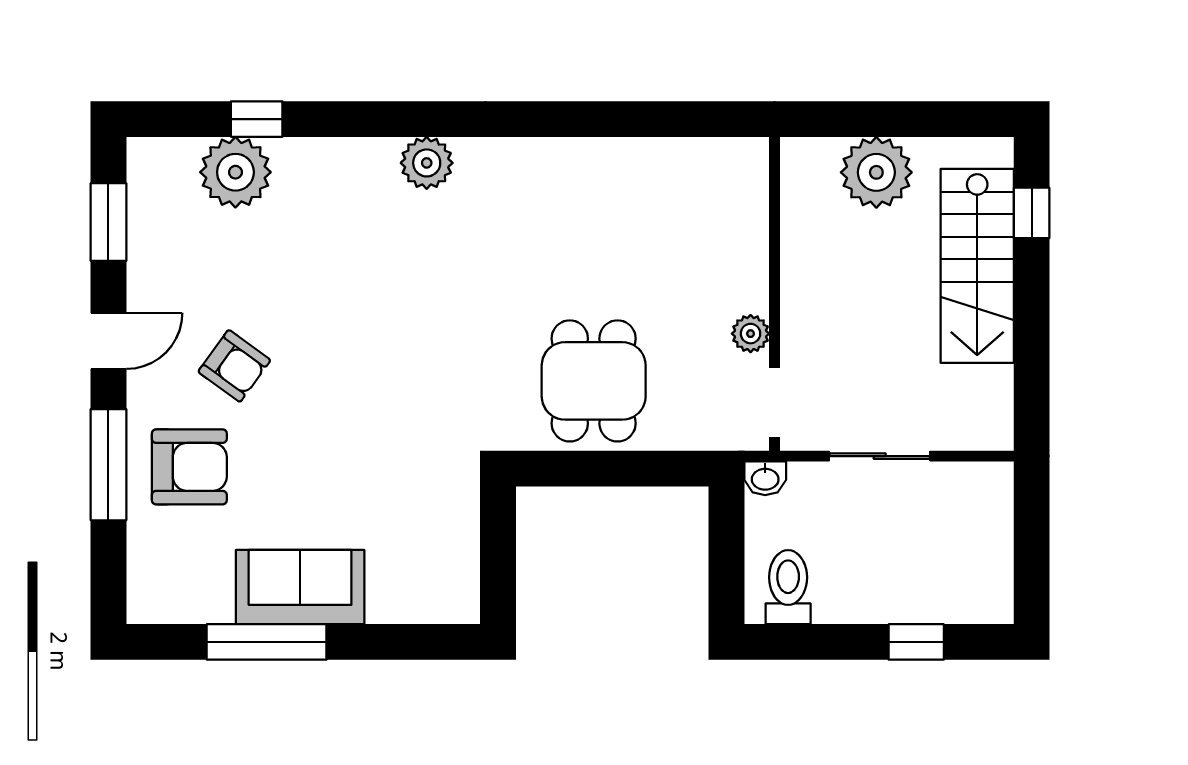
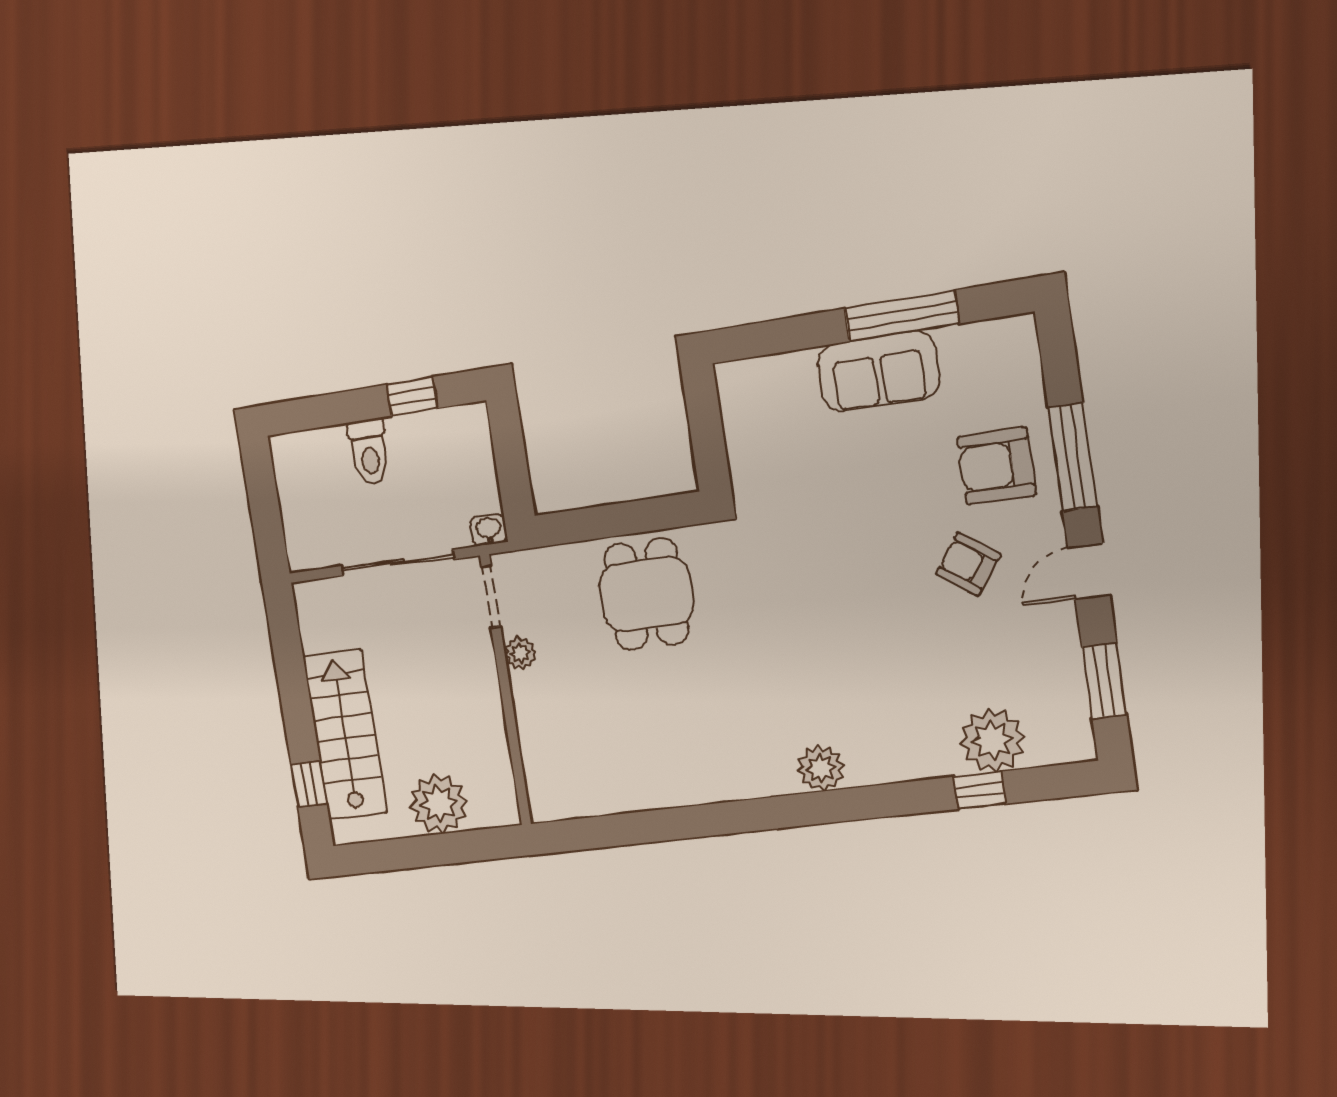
sliding door: (880, 456) -> (398, 563), width x1.37
toilet: (788, 587) -> (369, 452), moved
window: (916, 642) -> (412, 396), moved

